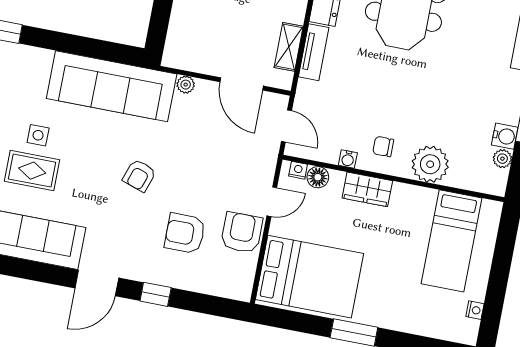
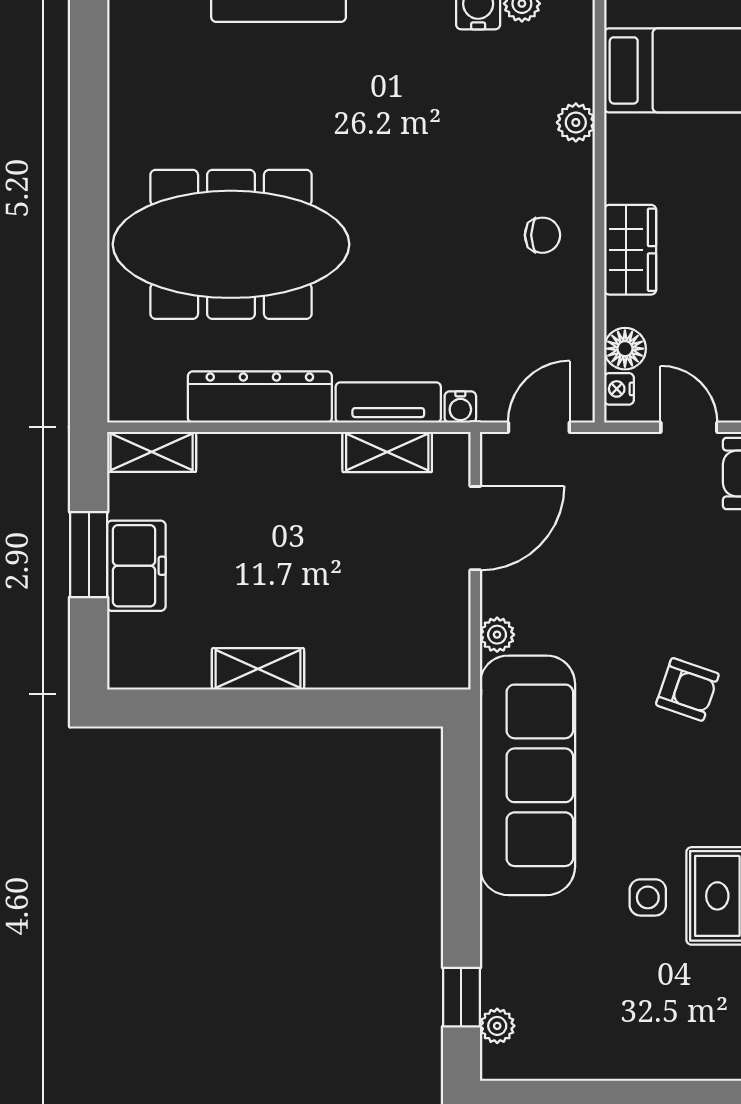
chair: (383, 146) -> (542, 235), turned -90
water cooler: (348, 159) -> (460, 407), moved, turned 90
plant: (430, 164) -> (576, 122), width x0.53, depth x0.53

